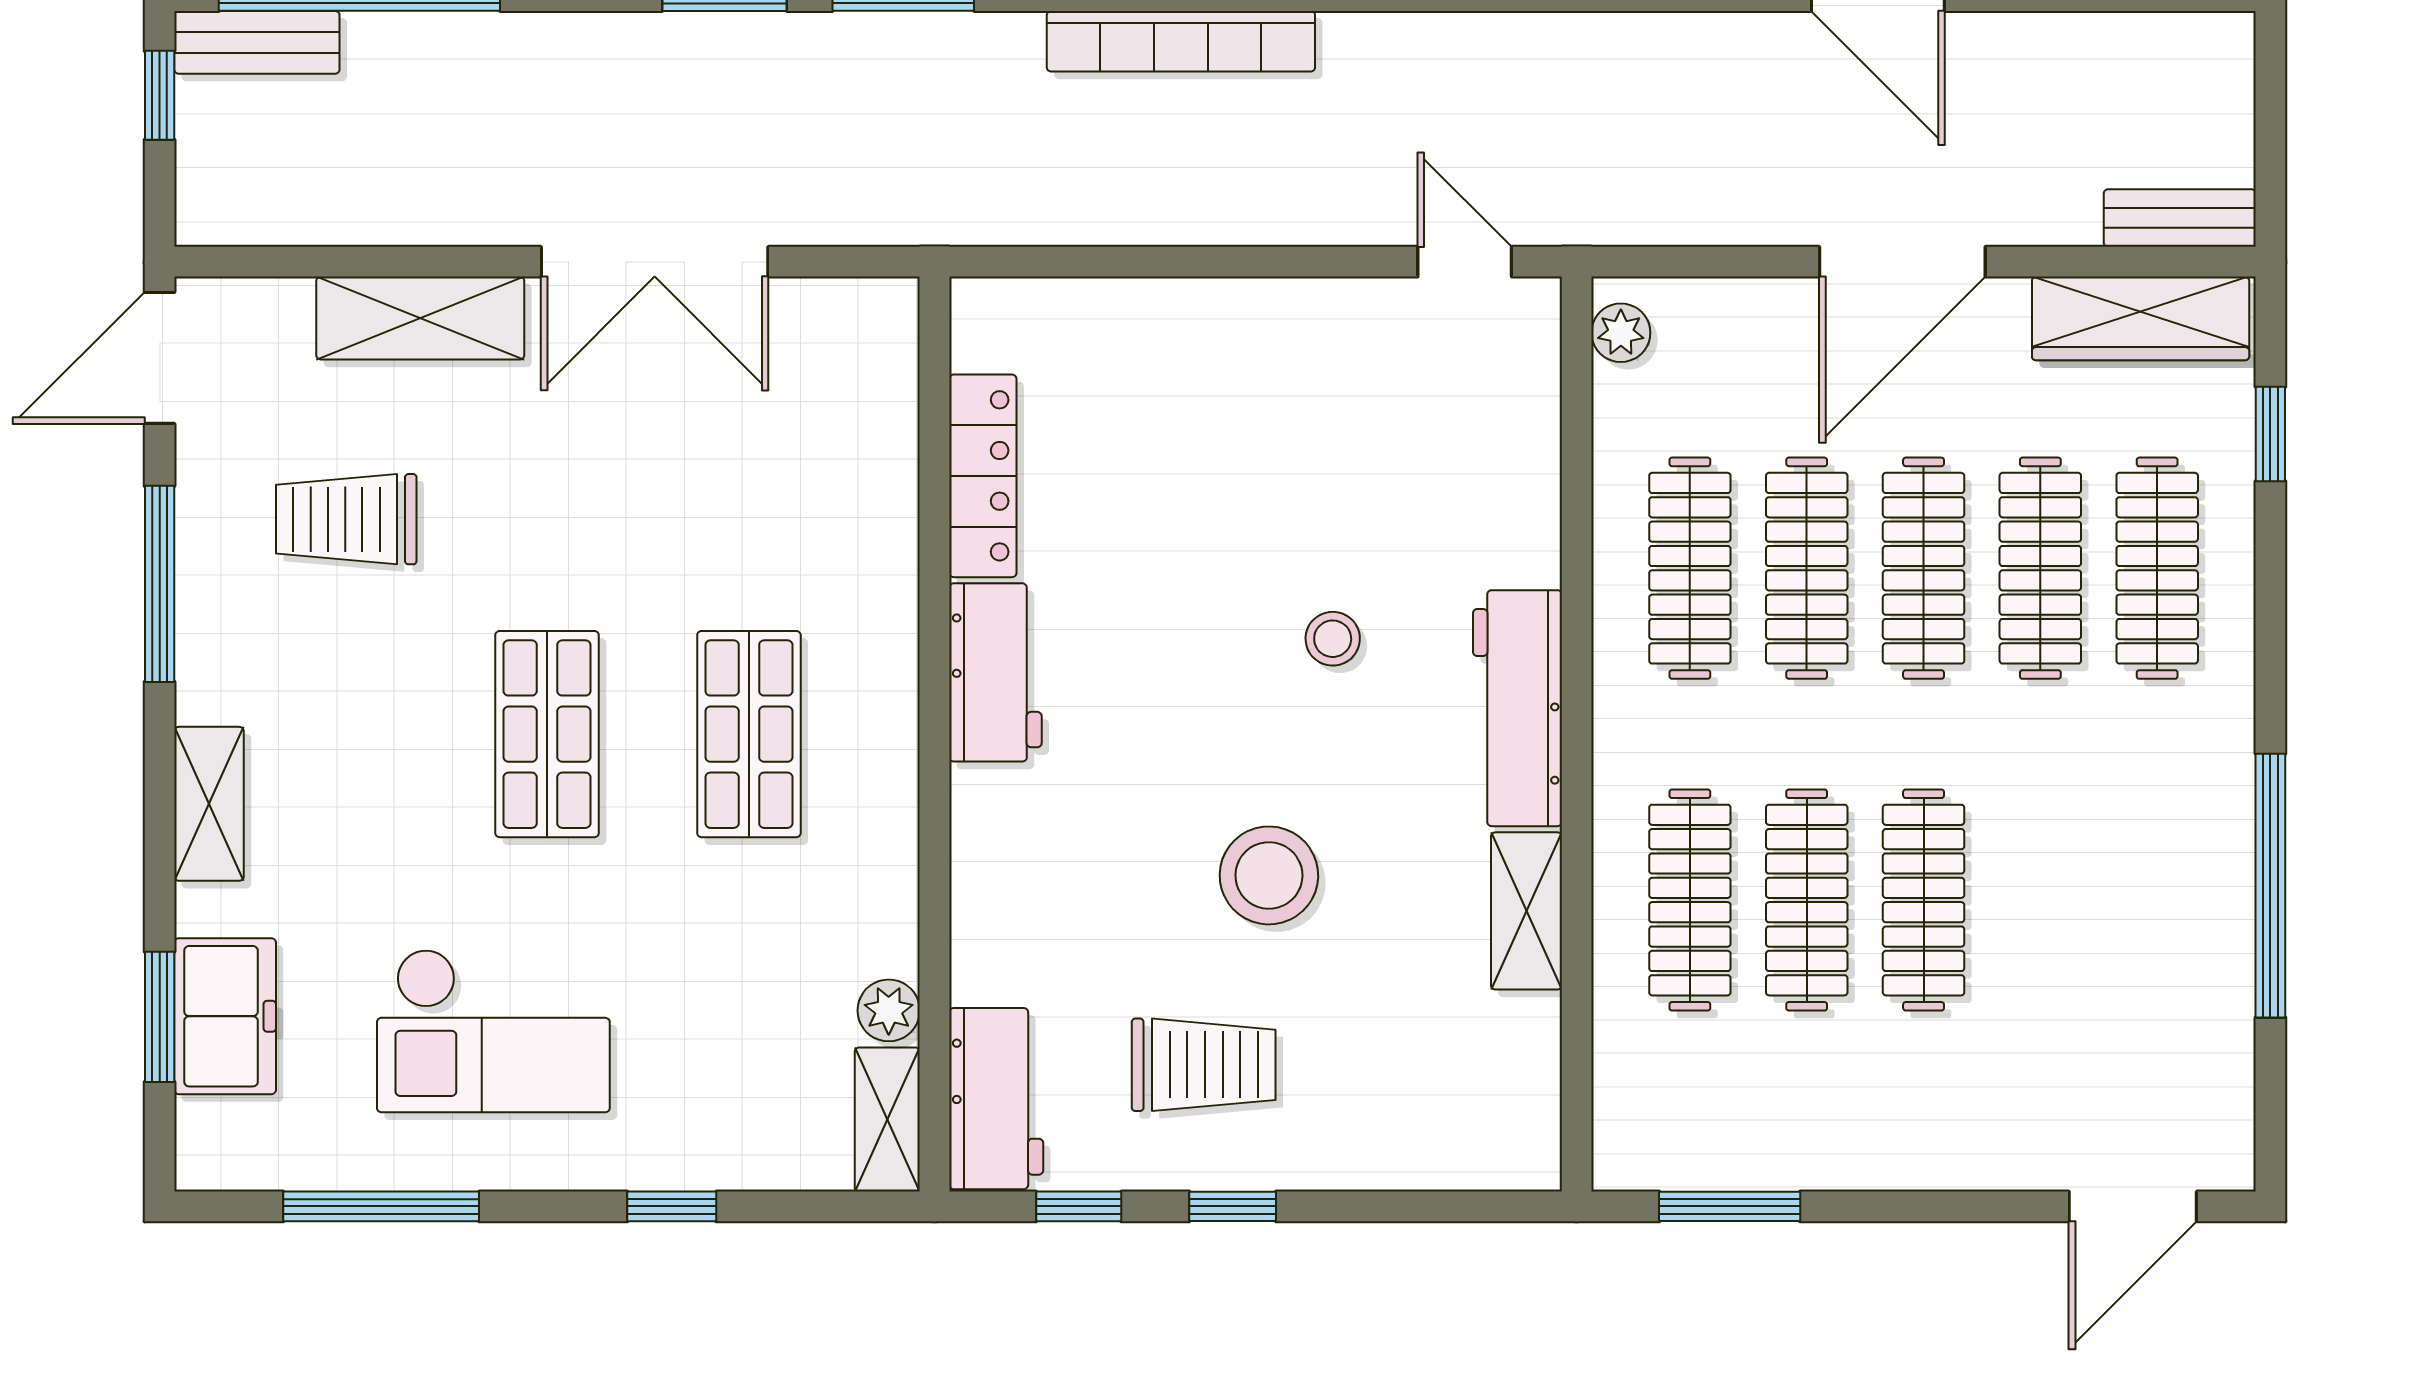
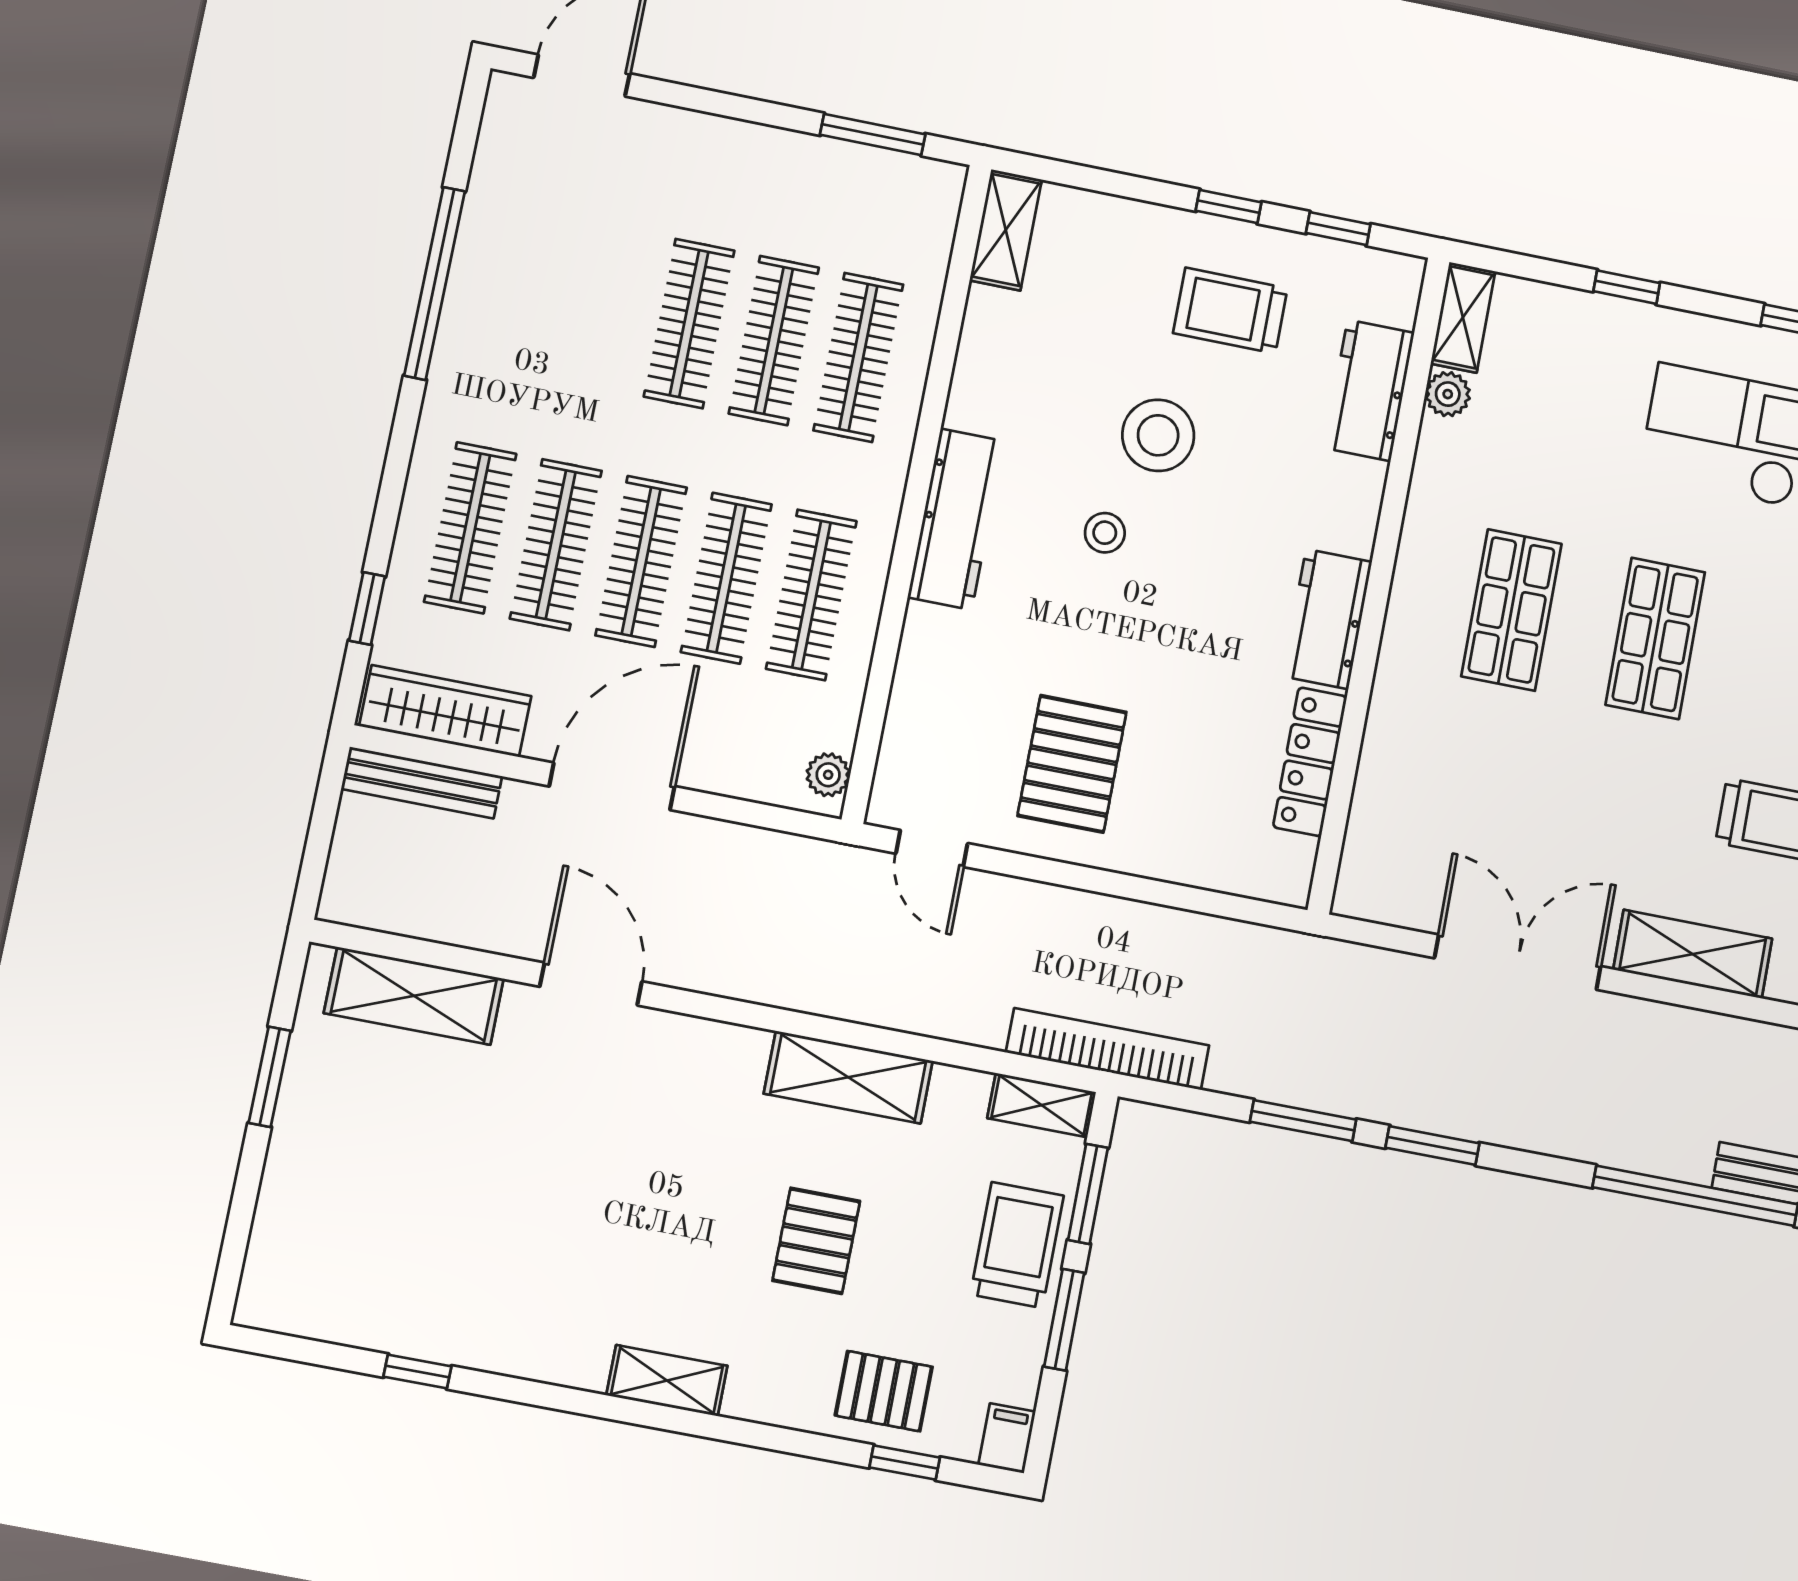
bench: (2180, 218) -> (422, 783), width x1.36
pallet: (1300, 411) -> (1072, 764), added
stool: (1333, 639) -> (1105, 533), moved
shelving: (1526, 911) -> (1006, 230), moved
workbench: (996, 1099) -> (1369, 390), moved

